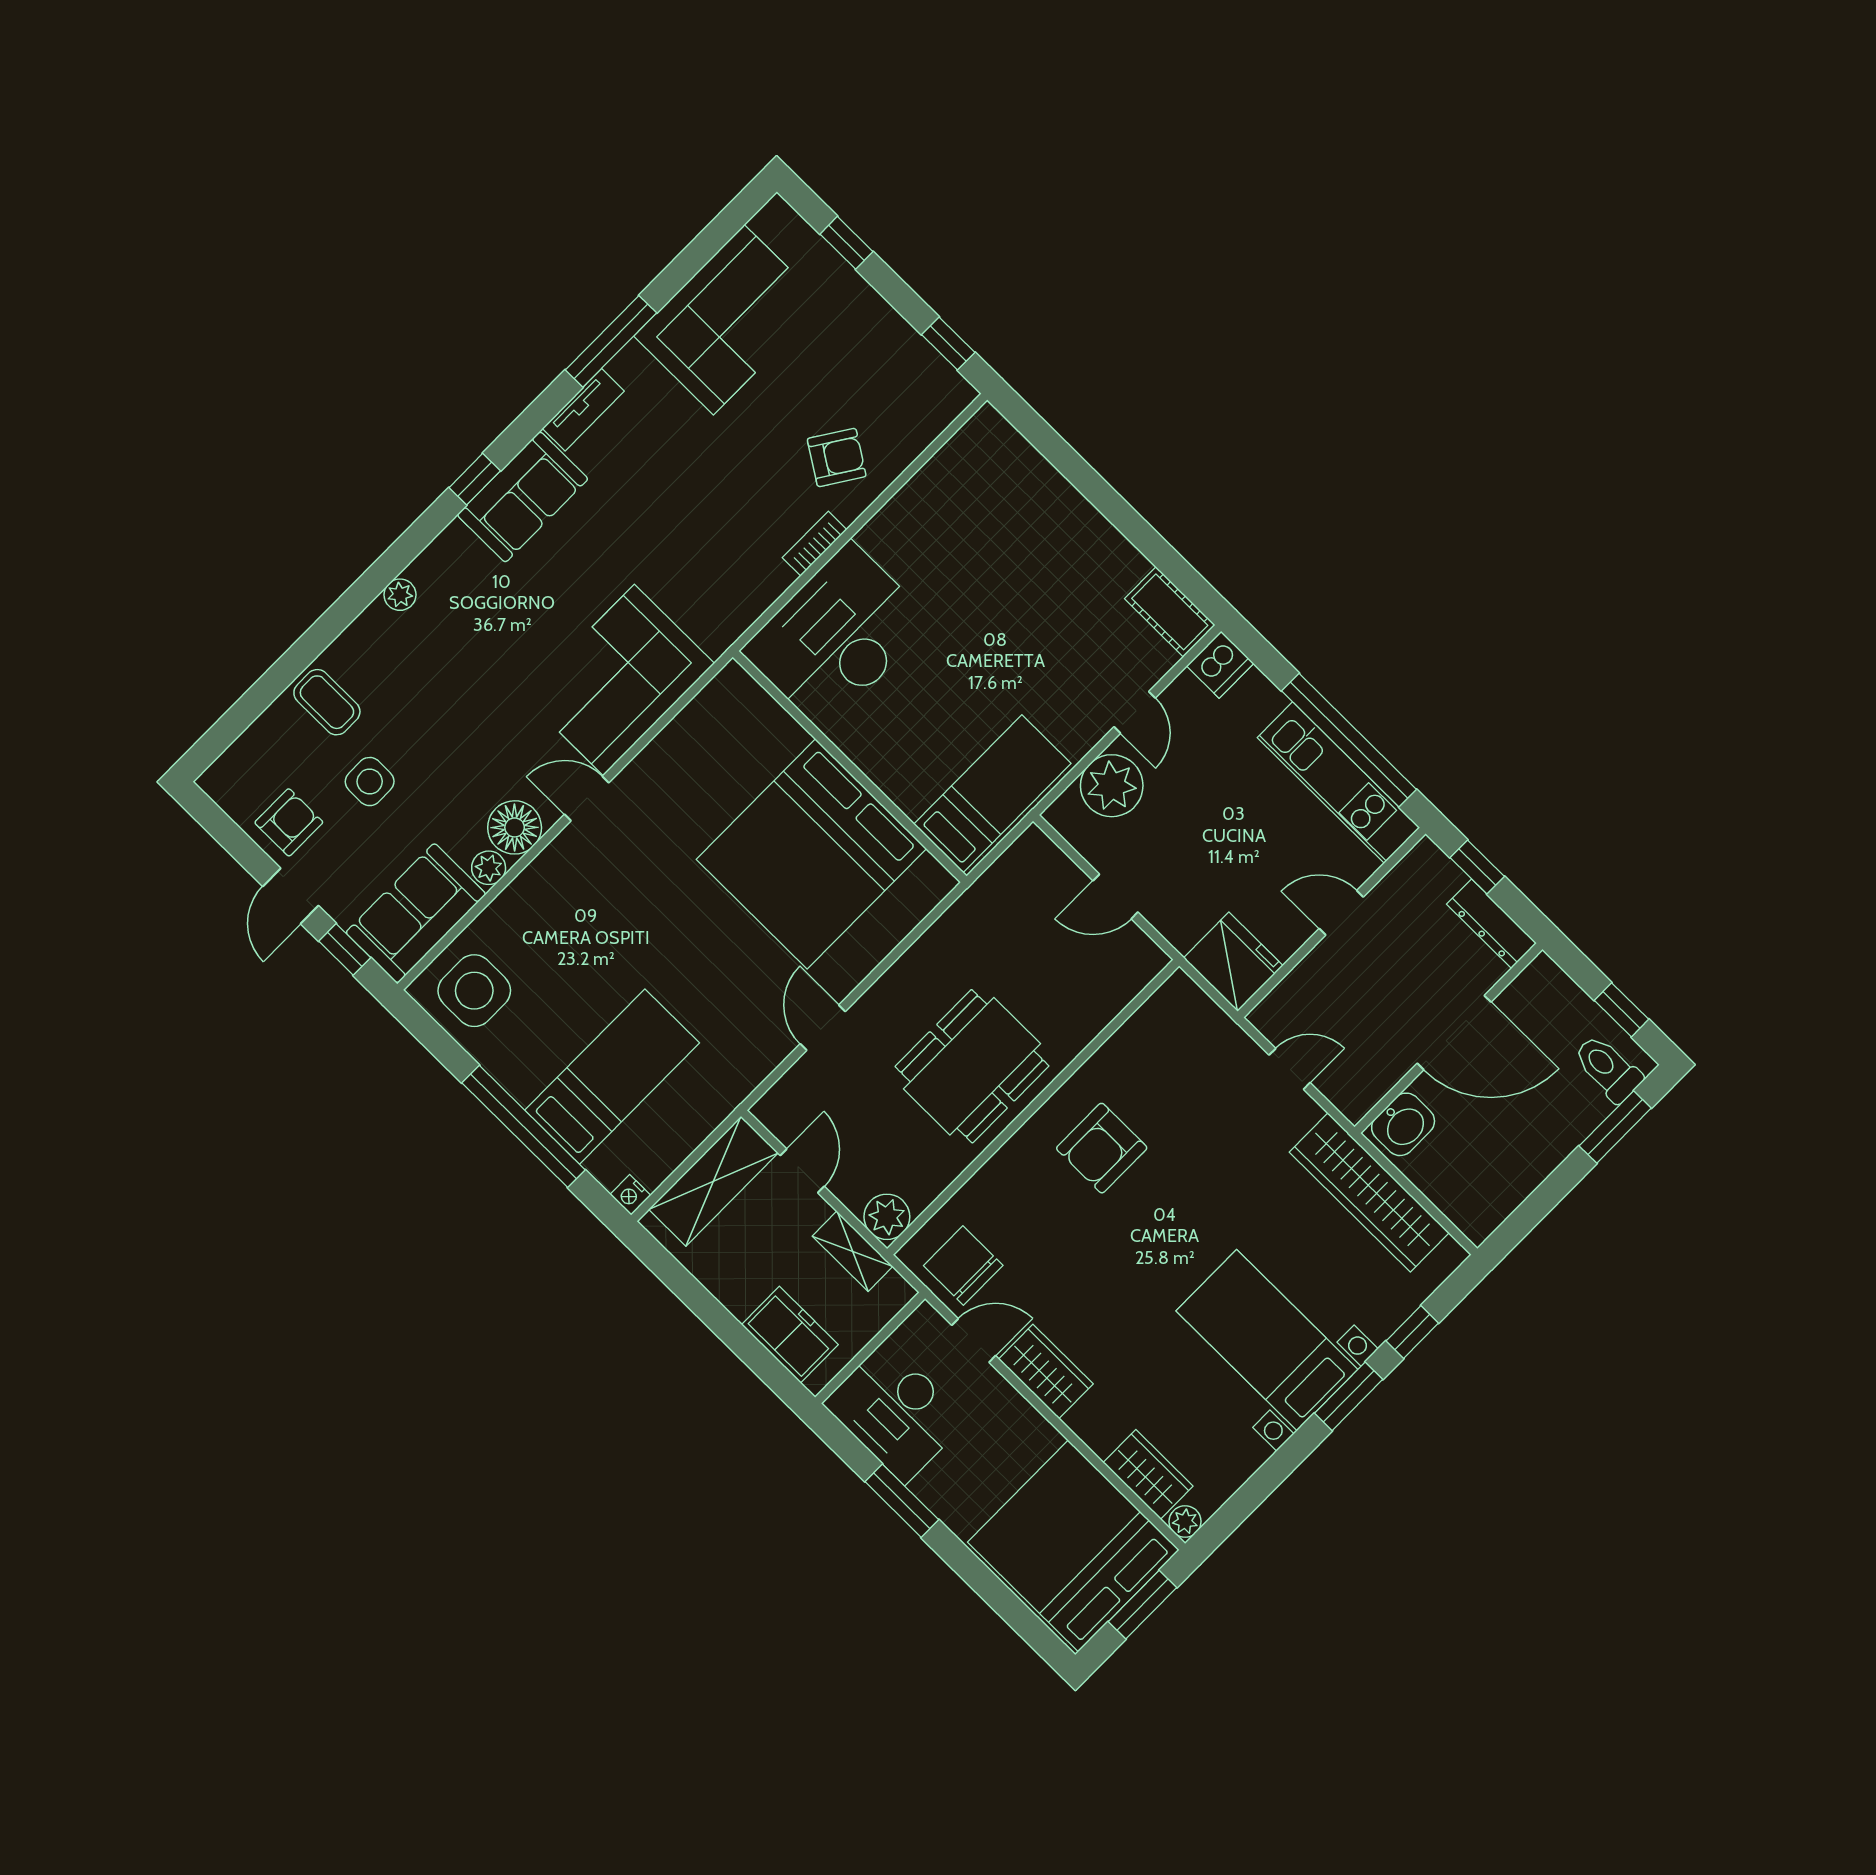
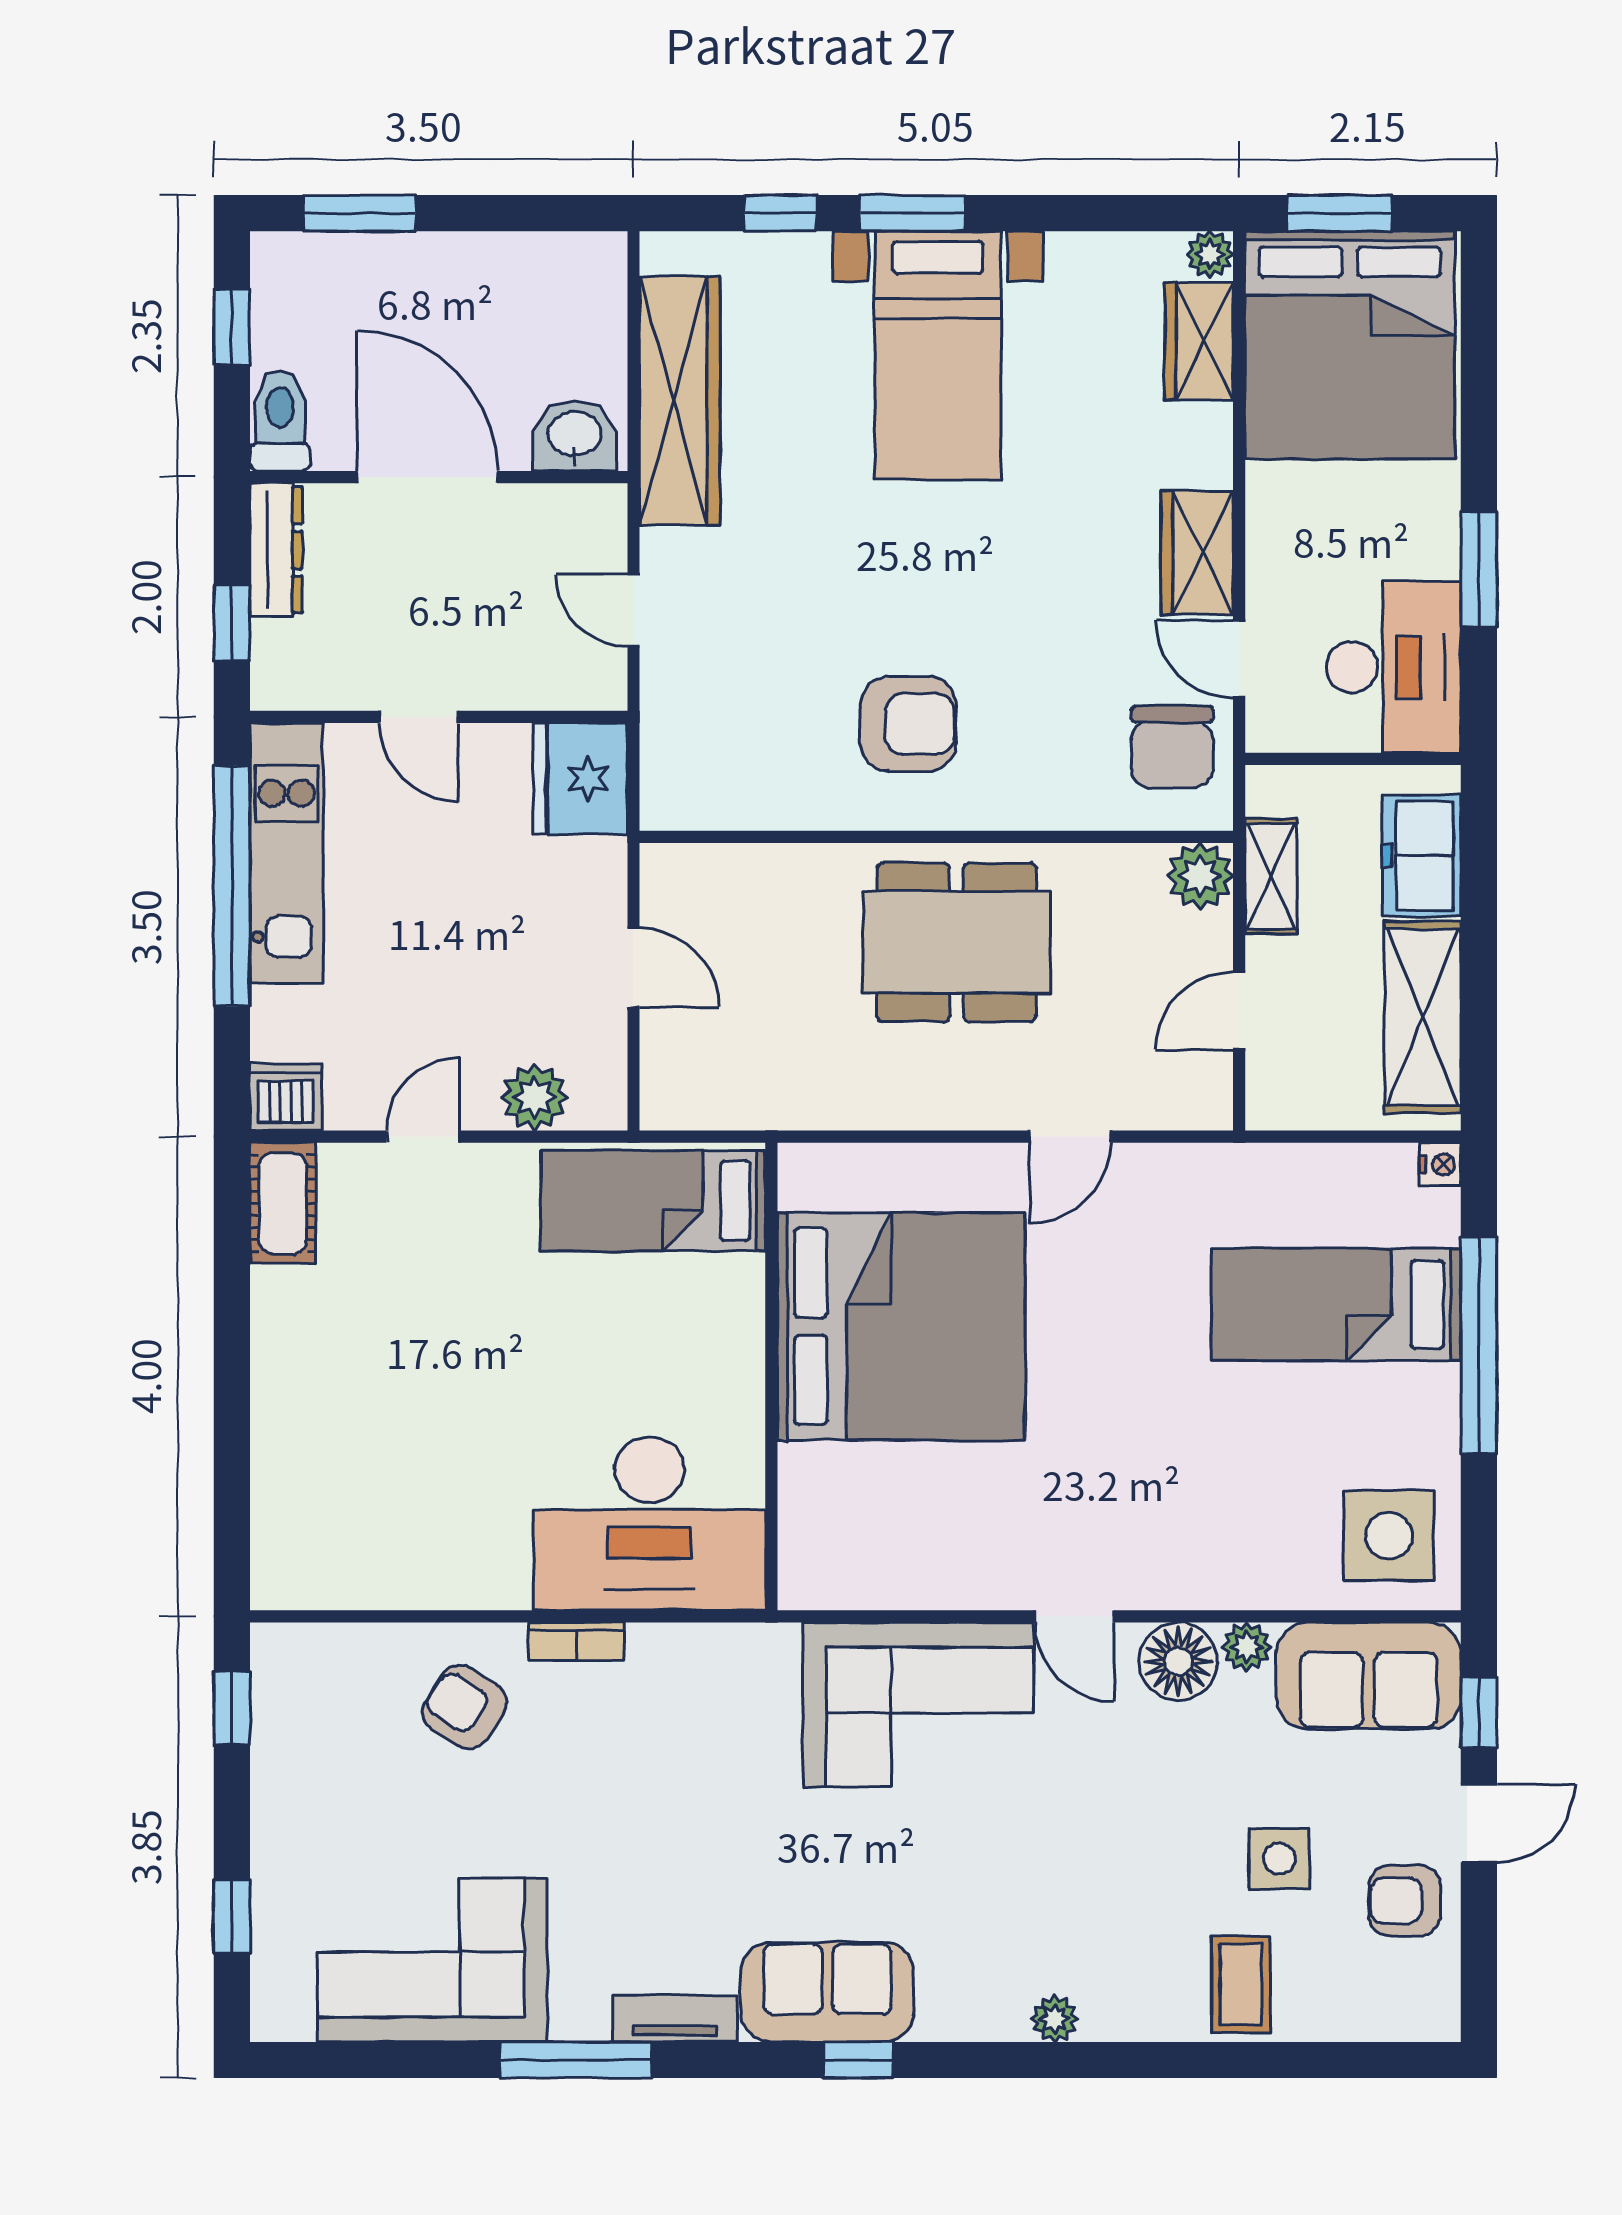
plant: (1112, 786) -> (535, 1097), width x0.73, depth x0.73
toilet: (1608, 1068) -> (280, 421), moved, turned 180
shelving: (713, 1181) -> (1423, 1017), moved, turned 90

